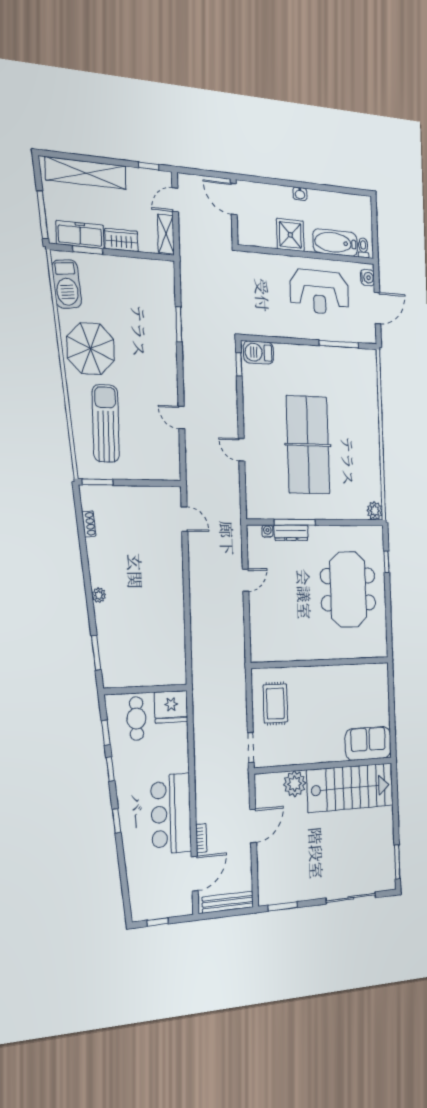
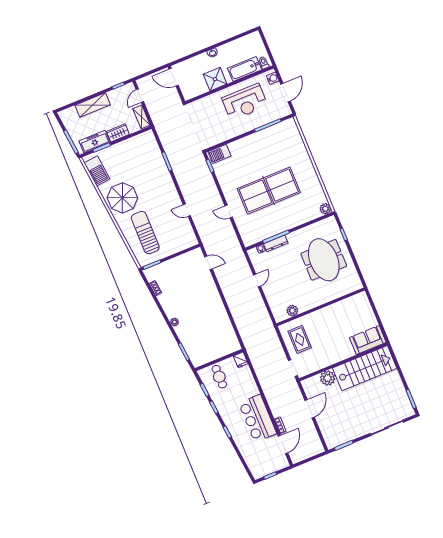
shelving: (86, 173) -> (93, 105), width x0.68
table tennis table: (308, 445) -> (269, 191), turned 90
plant: (280, 652) -> (292, 311), added
fridge: (171, 707) -> (241, 360), width x0.53, depth x0.75
bench: (228, 902) -> (309, 453), removed

